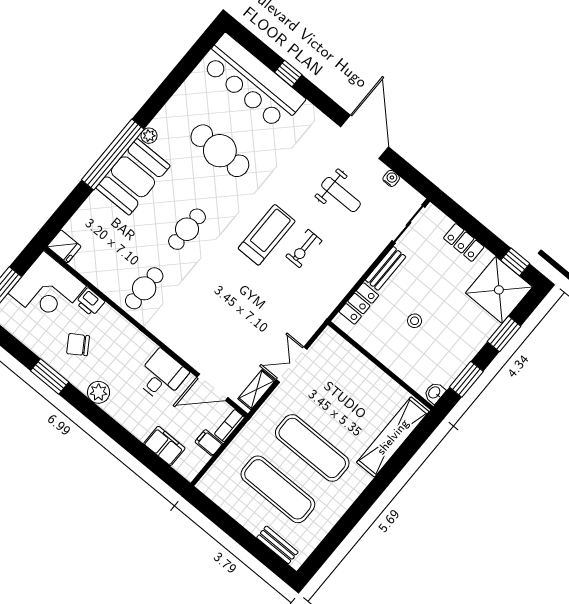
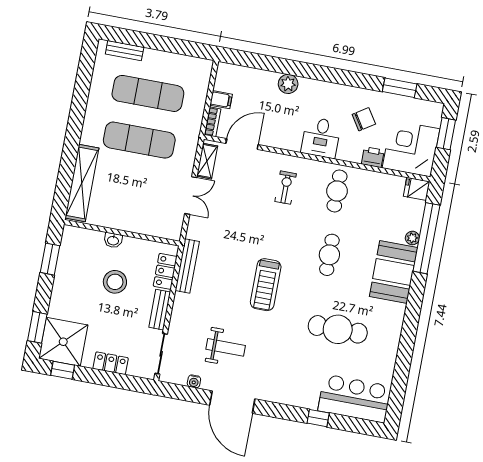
bar counter: (252, 82) -> (355, 398), width x0.73
plant: (149, 136) -> (412, 238), moved
window: (113, 155) -> (426, 238), moved
weight bench: (341, 195) -> (226, 347), turned 180
exercise bike: (304, 249) -> (286, 188), moved
bench: (334, 297) -> (187, 266), added
stool: (415, 321) -> (115, 282), width x1.89, depth x1.89
window: (504, 334) -> (37, 327), moved
window: (50, 376) -> (400, 88), moved
desk: (162, 376) -> (321, 138), moved
plant: (99, 392) -> (288, 84), moved
washbasin: (435, 393) -> (113, 240), moved, turned 90
filing cabinet: (164, 446) -> (254, 78), removed

